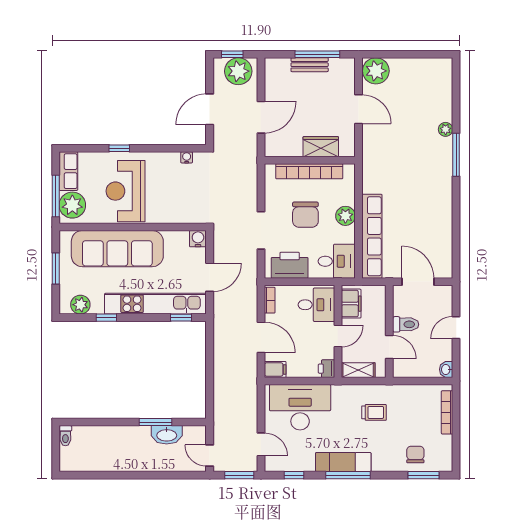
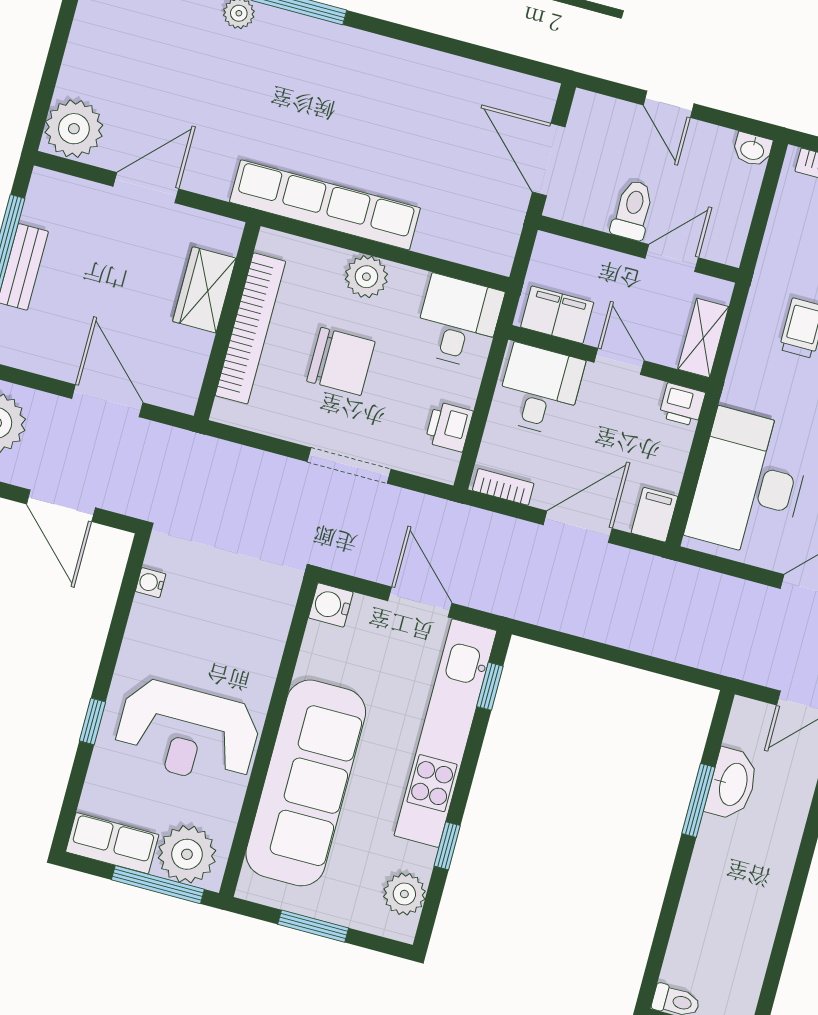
row of seats: (372, 236) -> (325, 205), moved
printer: (290, 265) -> (449, 427), width x0.53, depth x0.68
door: (418, 282) -> (549, 159), hinge flipped

